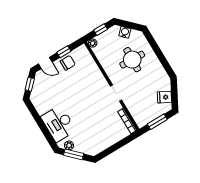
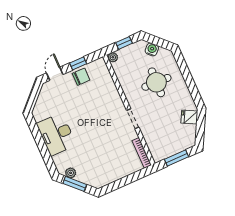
door: (45, 63) -> (55, 74), swing flipped
window: (30, 84) -> (34, 96), removed
fridge: (164, 97) -> (189, 117), moved
desk: (59, 124) -> (56, 134), moved

